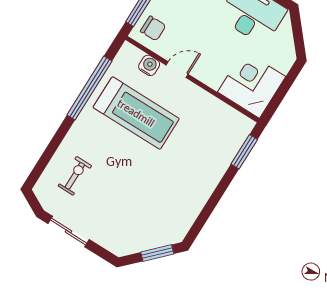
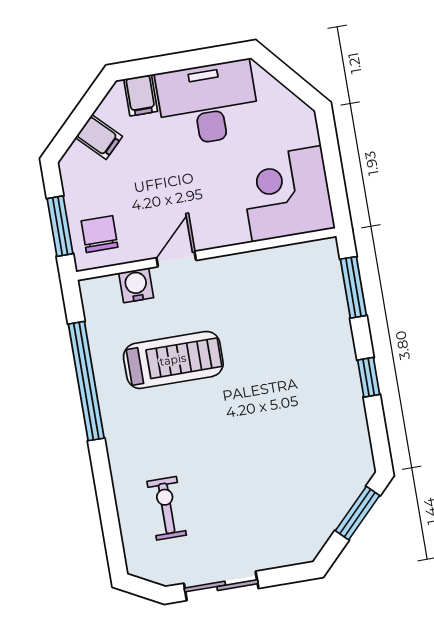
chair: (153, 28) -> (99, 234), turned -90
treadmill: (136, 113) -> (173, 360), width x0.73, depth x0.73
window: (216, 197) -> (369, 377), added

